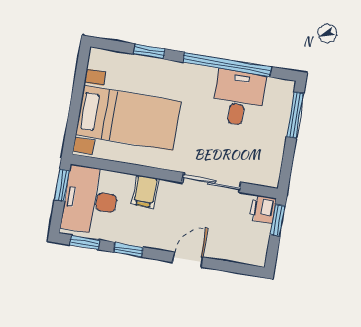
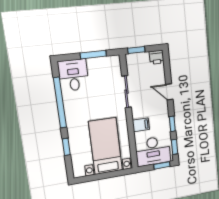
desk: (239, 98) -> (73, 75), moved, turned 90
window: (295, 115) -> (93, 55), moved
window: (62, 185) -> (162, 165), moved
printer: (263, 209) -> (157, 57), moved

